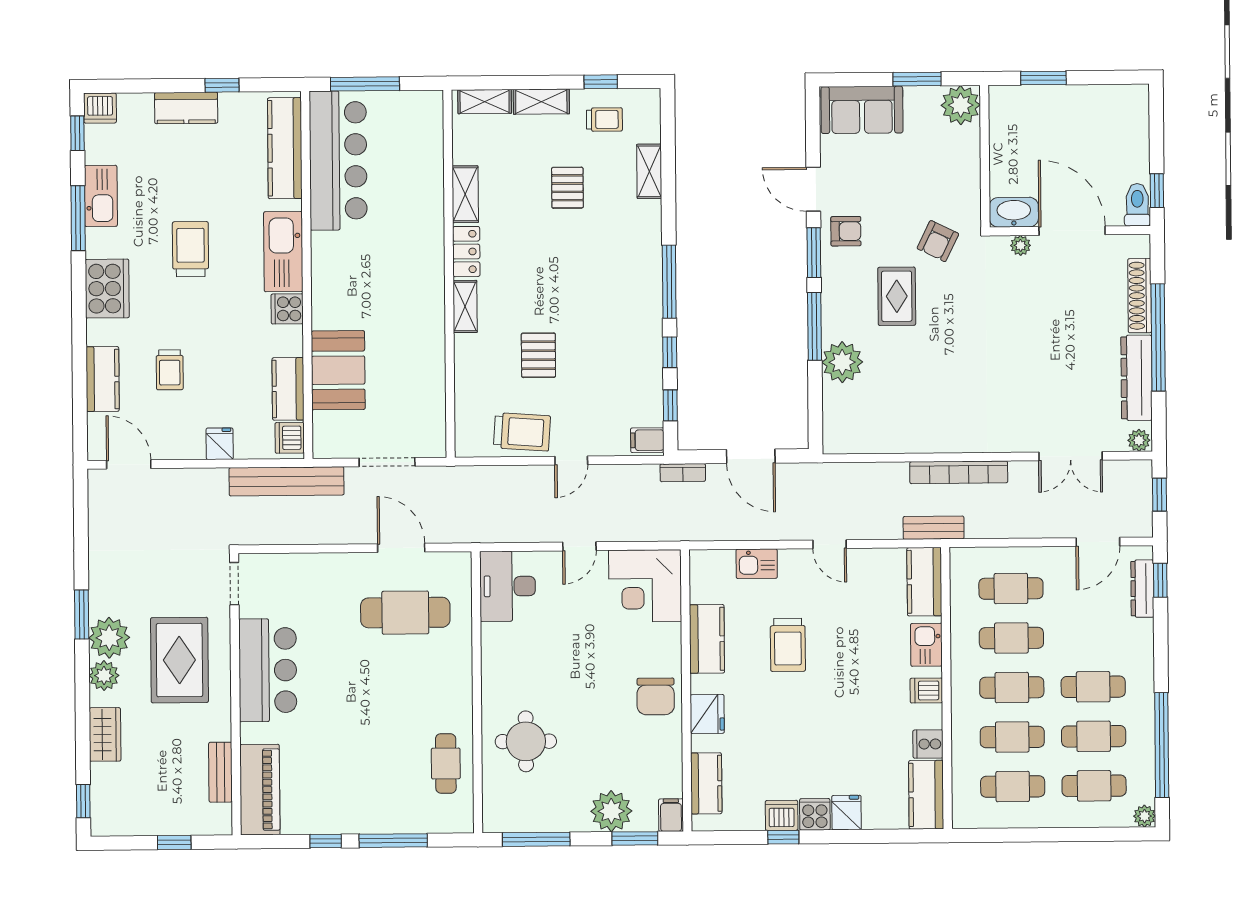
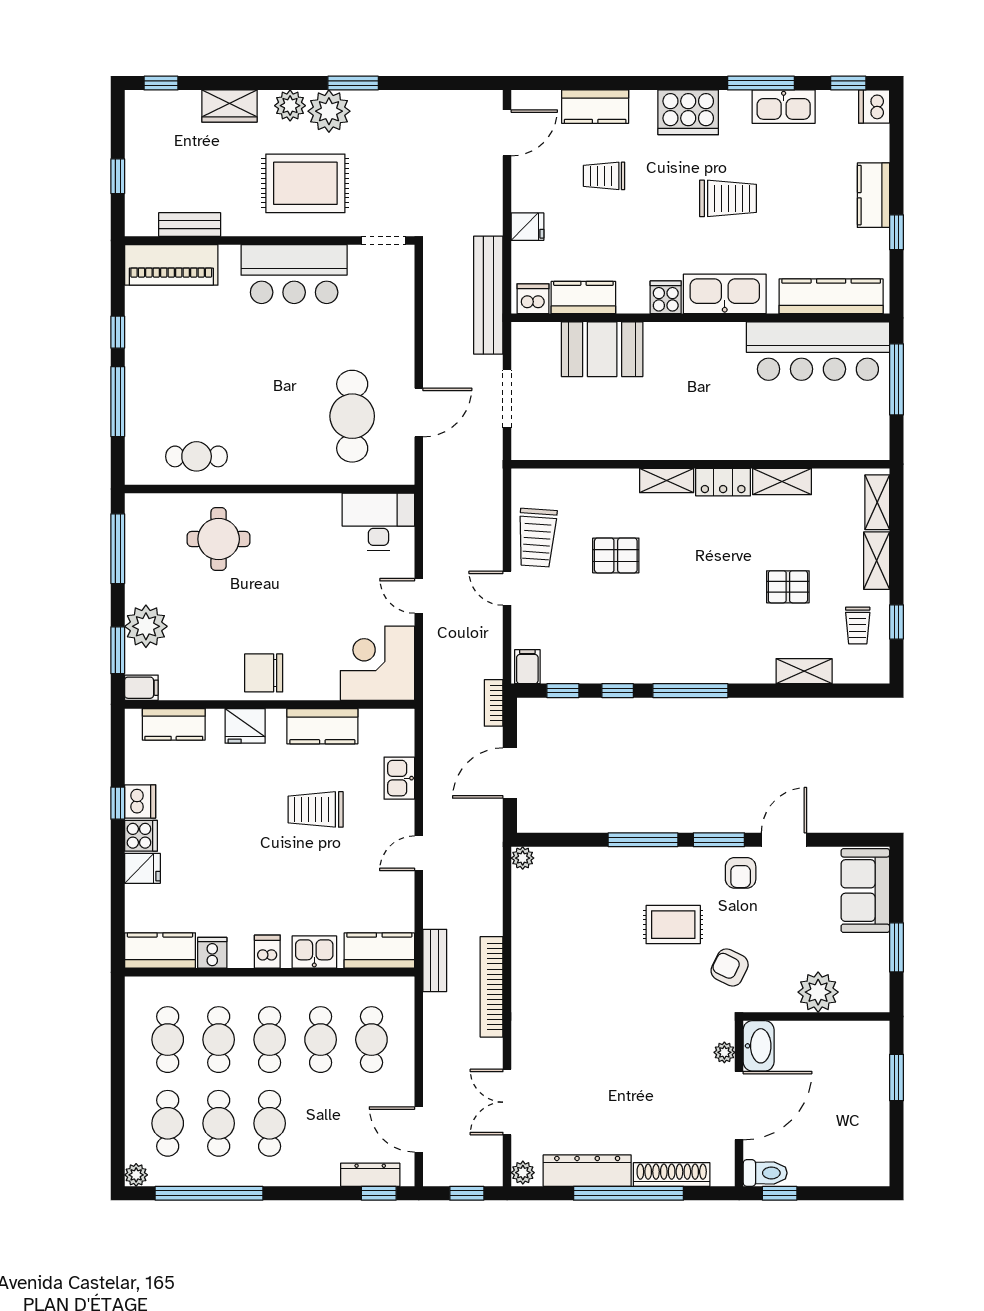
plant: (961, 105) -> (818, 992), moved
plant: (842, 362) -> (523, 858), moved, width x0.53, depth x0.53

